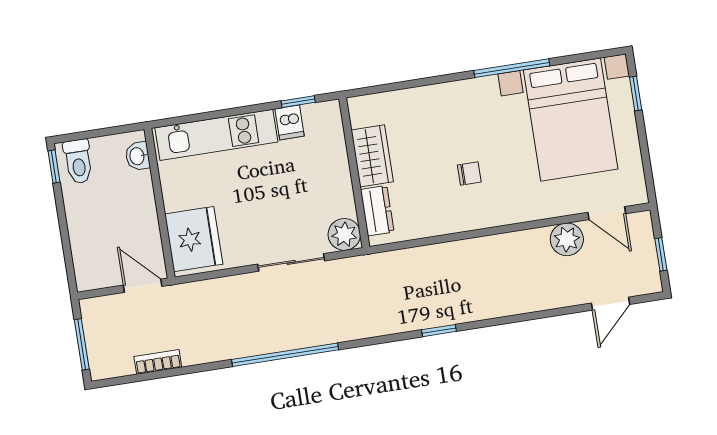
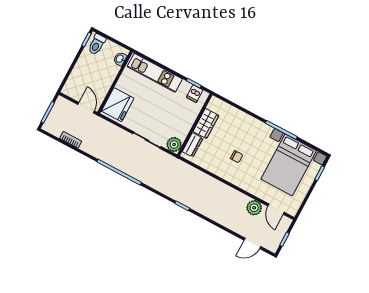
dishwasher: (290, 122) -> (195, 94), moved

